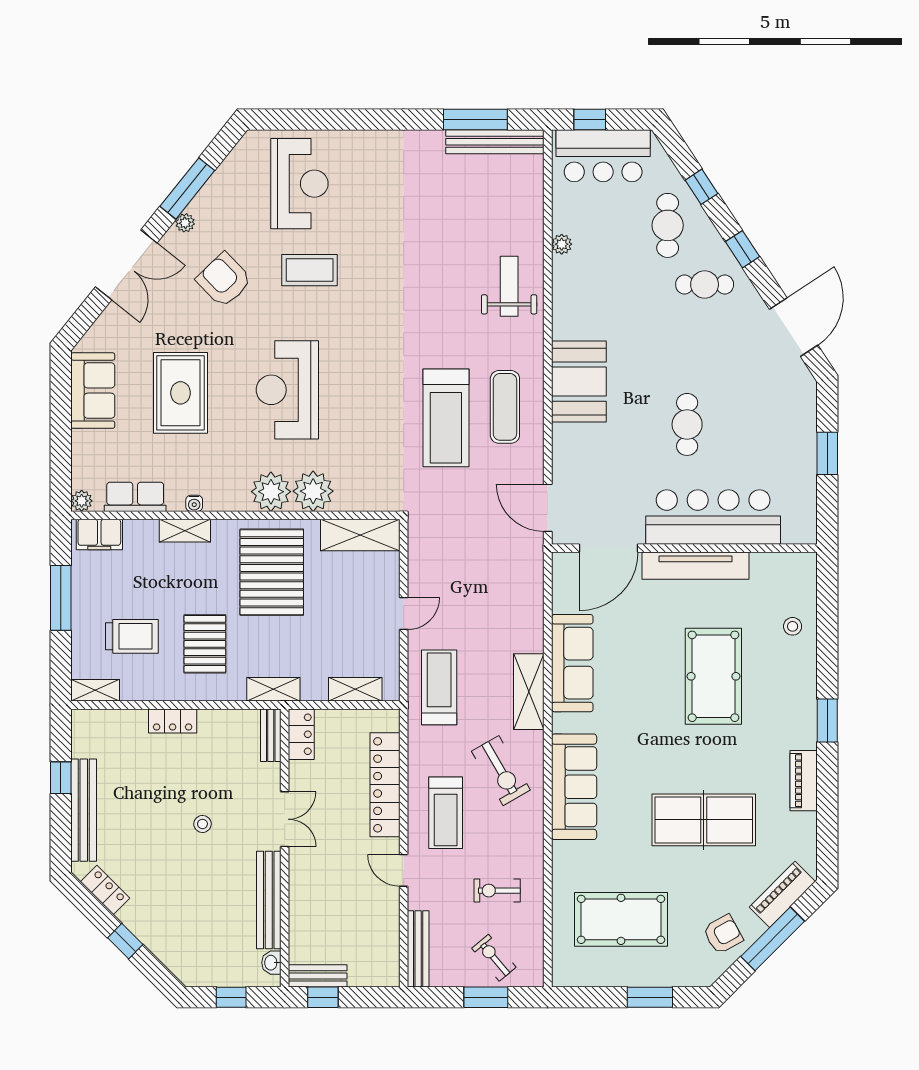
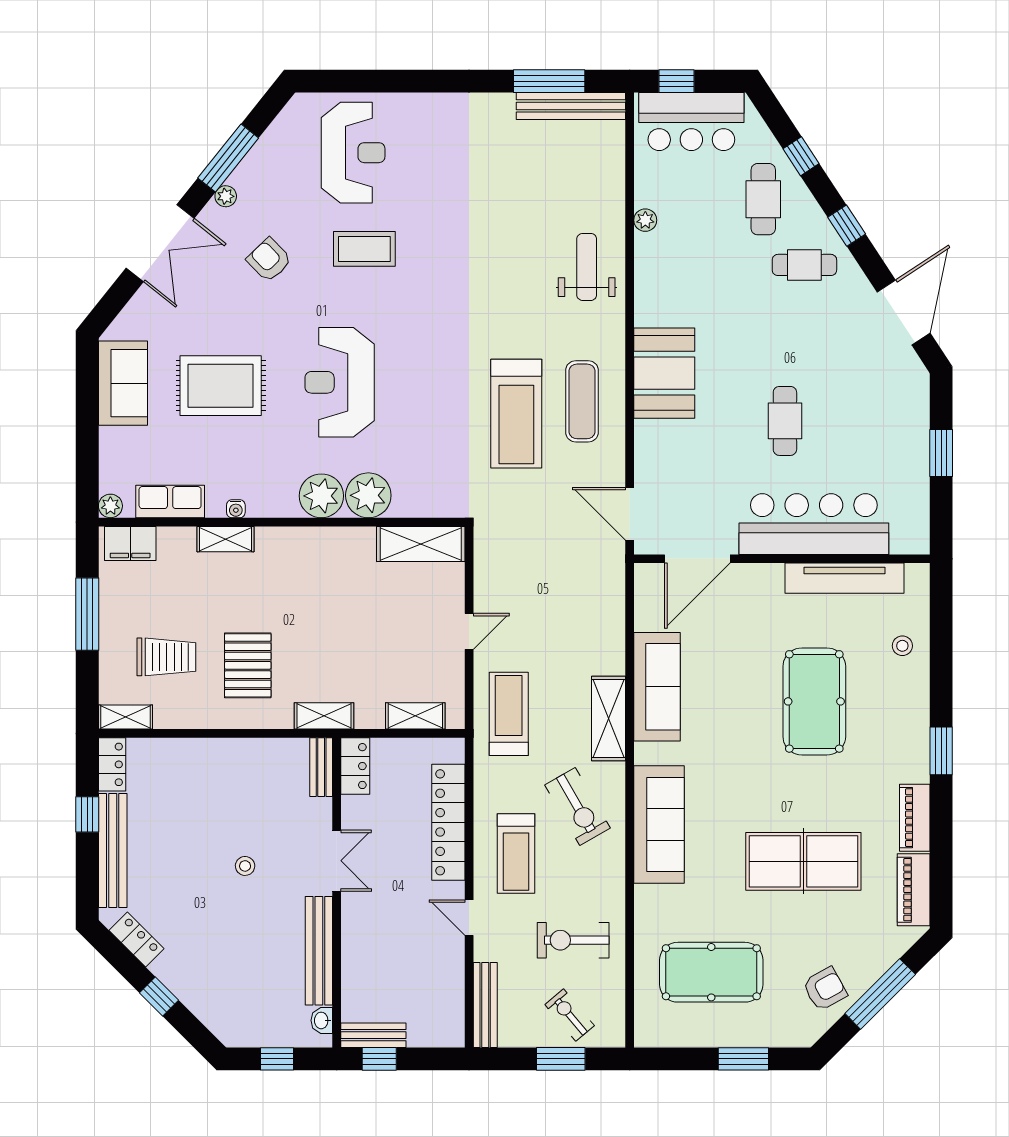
armchair: (224, 280) -> (269, 260), width x0.72, depth x0.72
rug: (180, 393) -> (221, 386), turned 90
tv unit: (696, 566) -> (844, 578), moved
pallet: (272, 572) -> (322, 586), removed
locker: (173, 721) -> (112, 764), moved, turned -90
exercise bike: (497, 891) -> (573, 940), width x1.38, depth x1.39
piano: (782, 894) -> (914, 890), moved, turned -45

